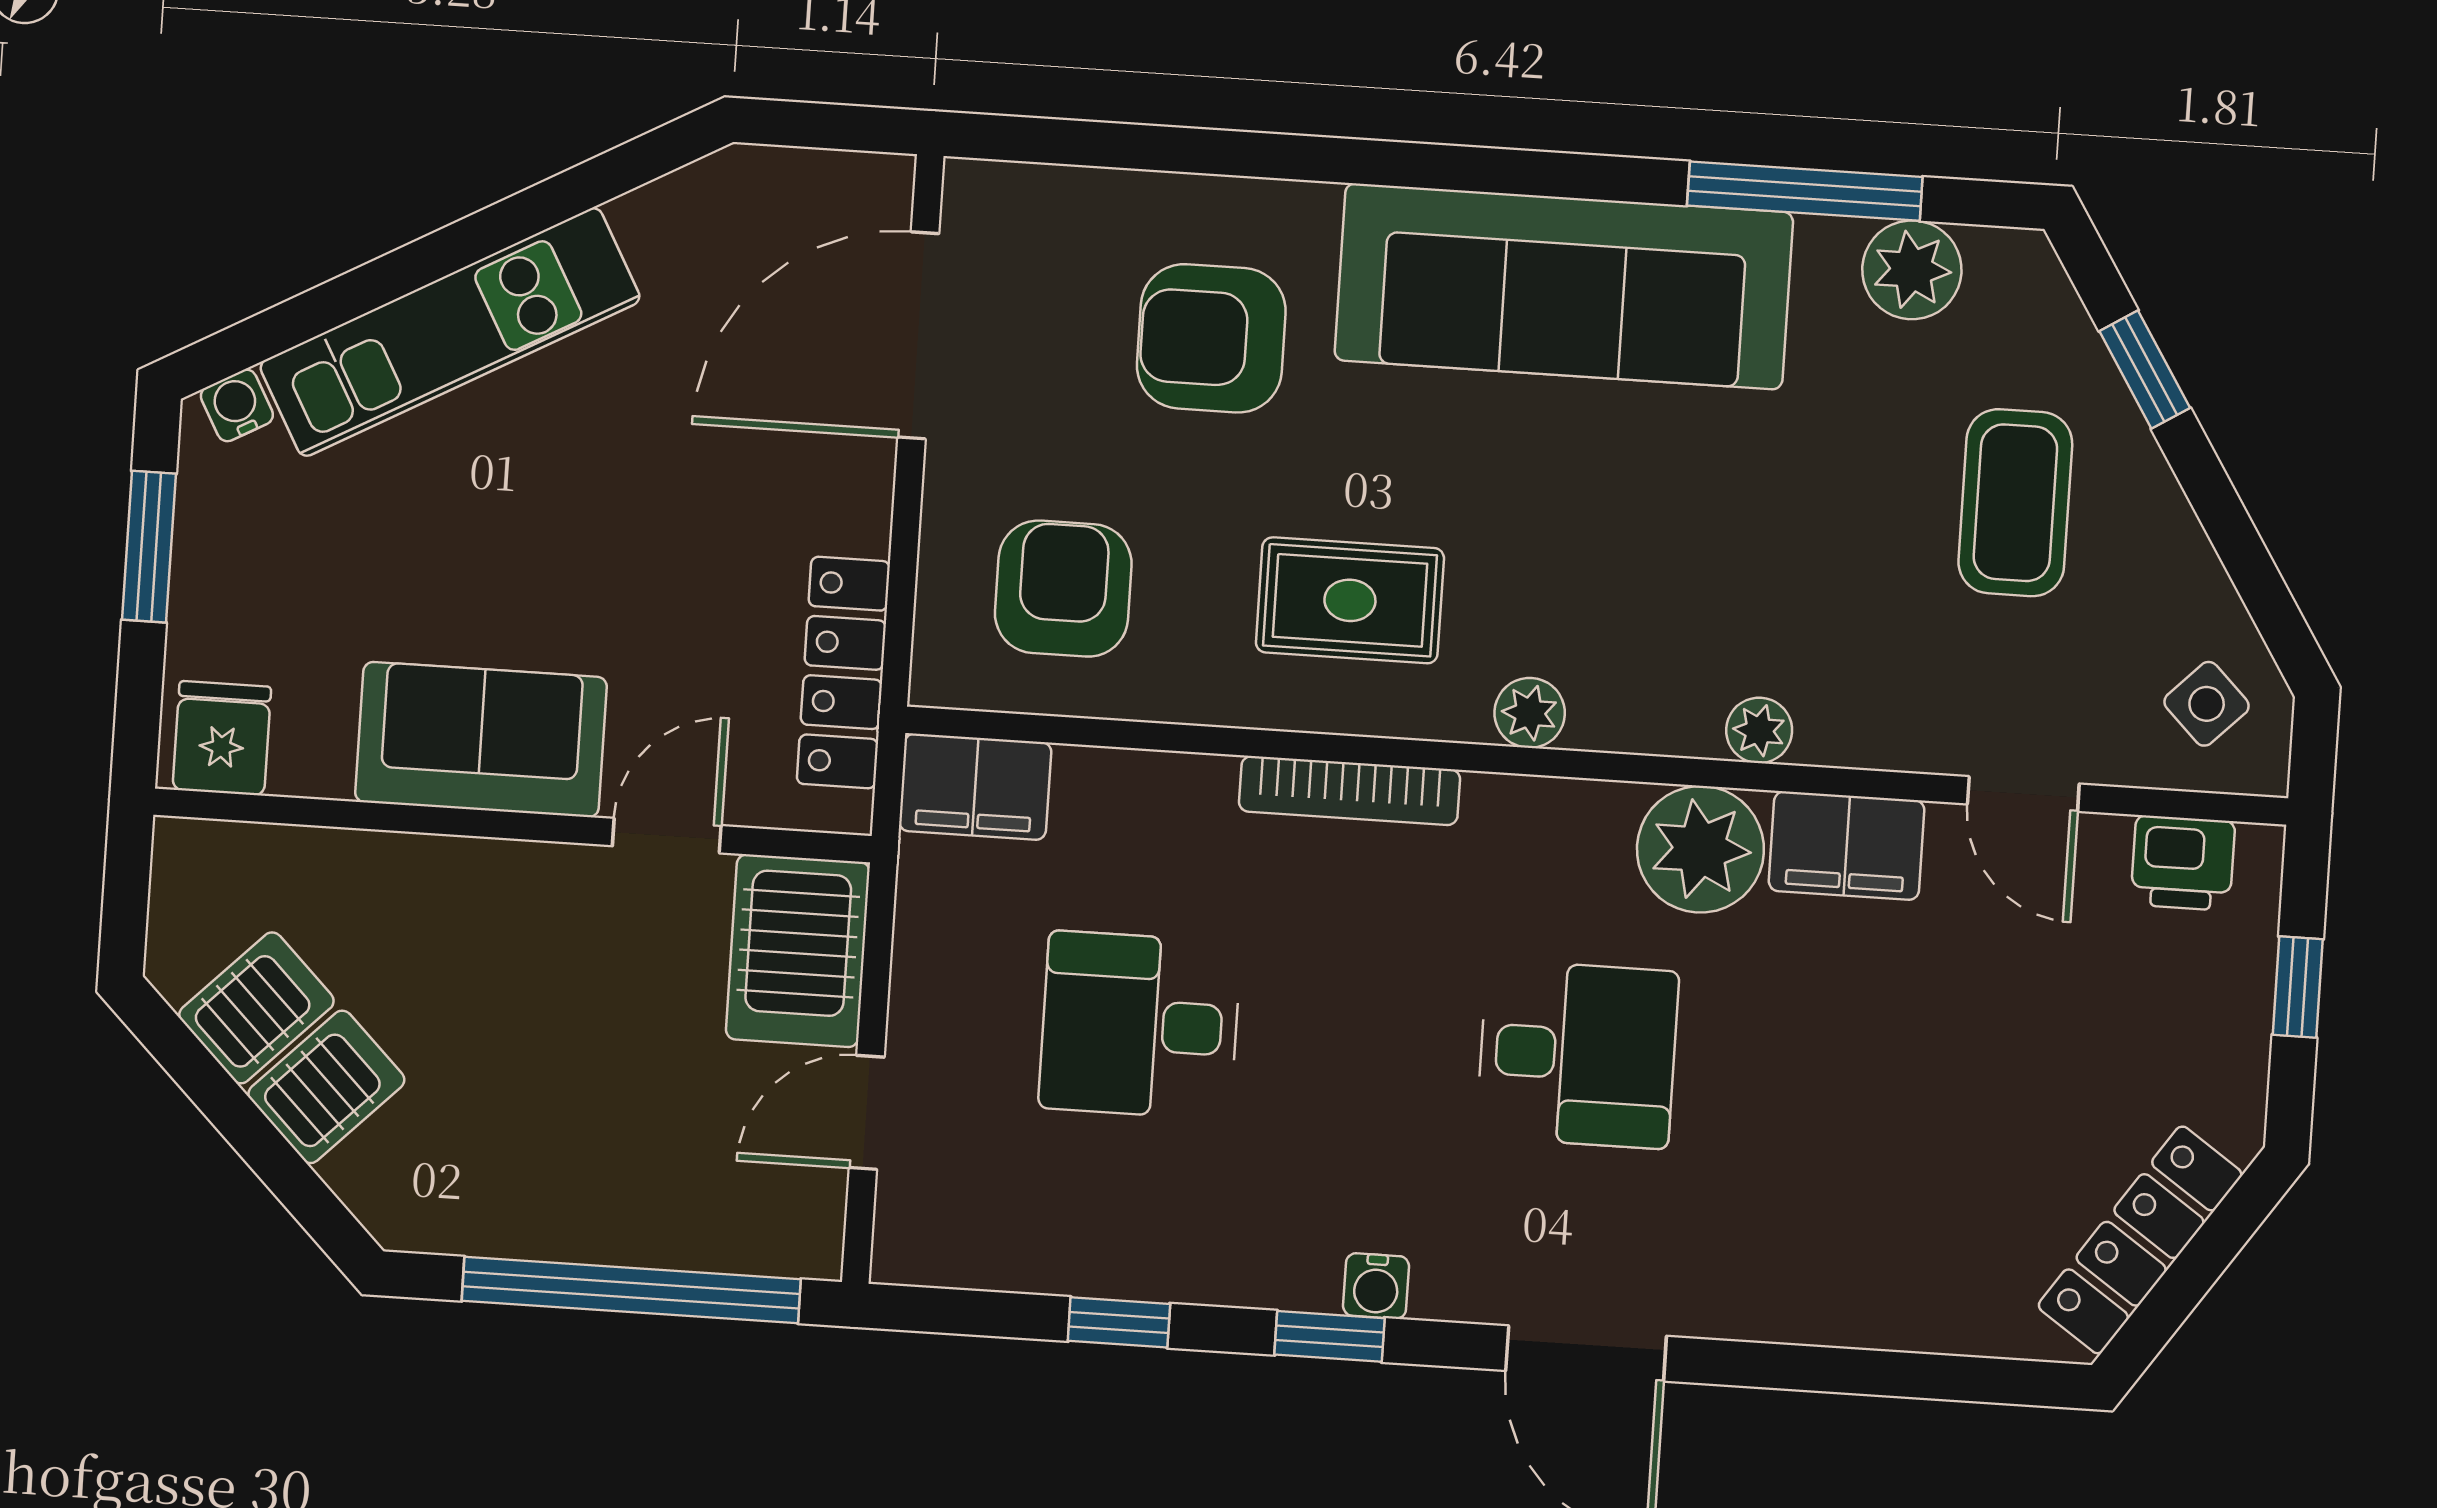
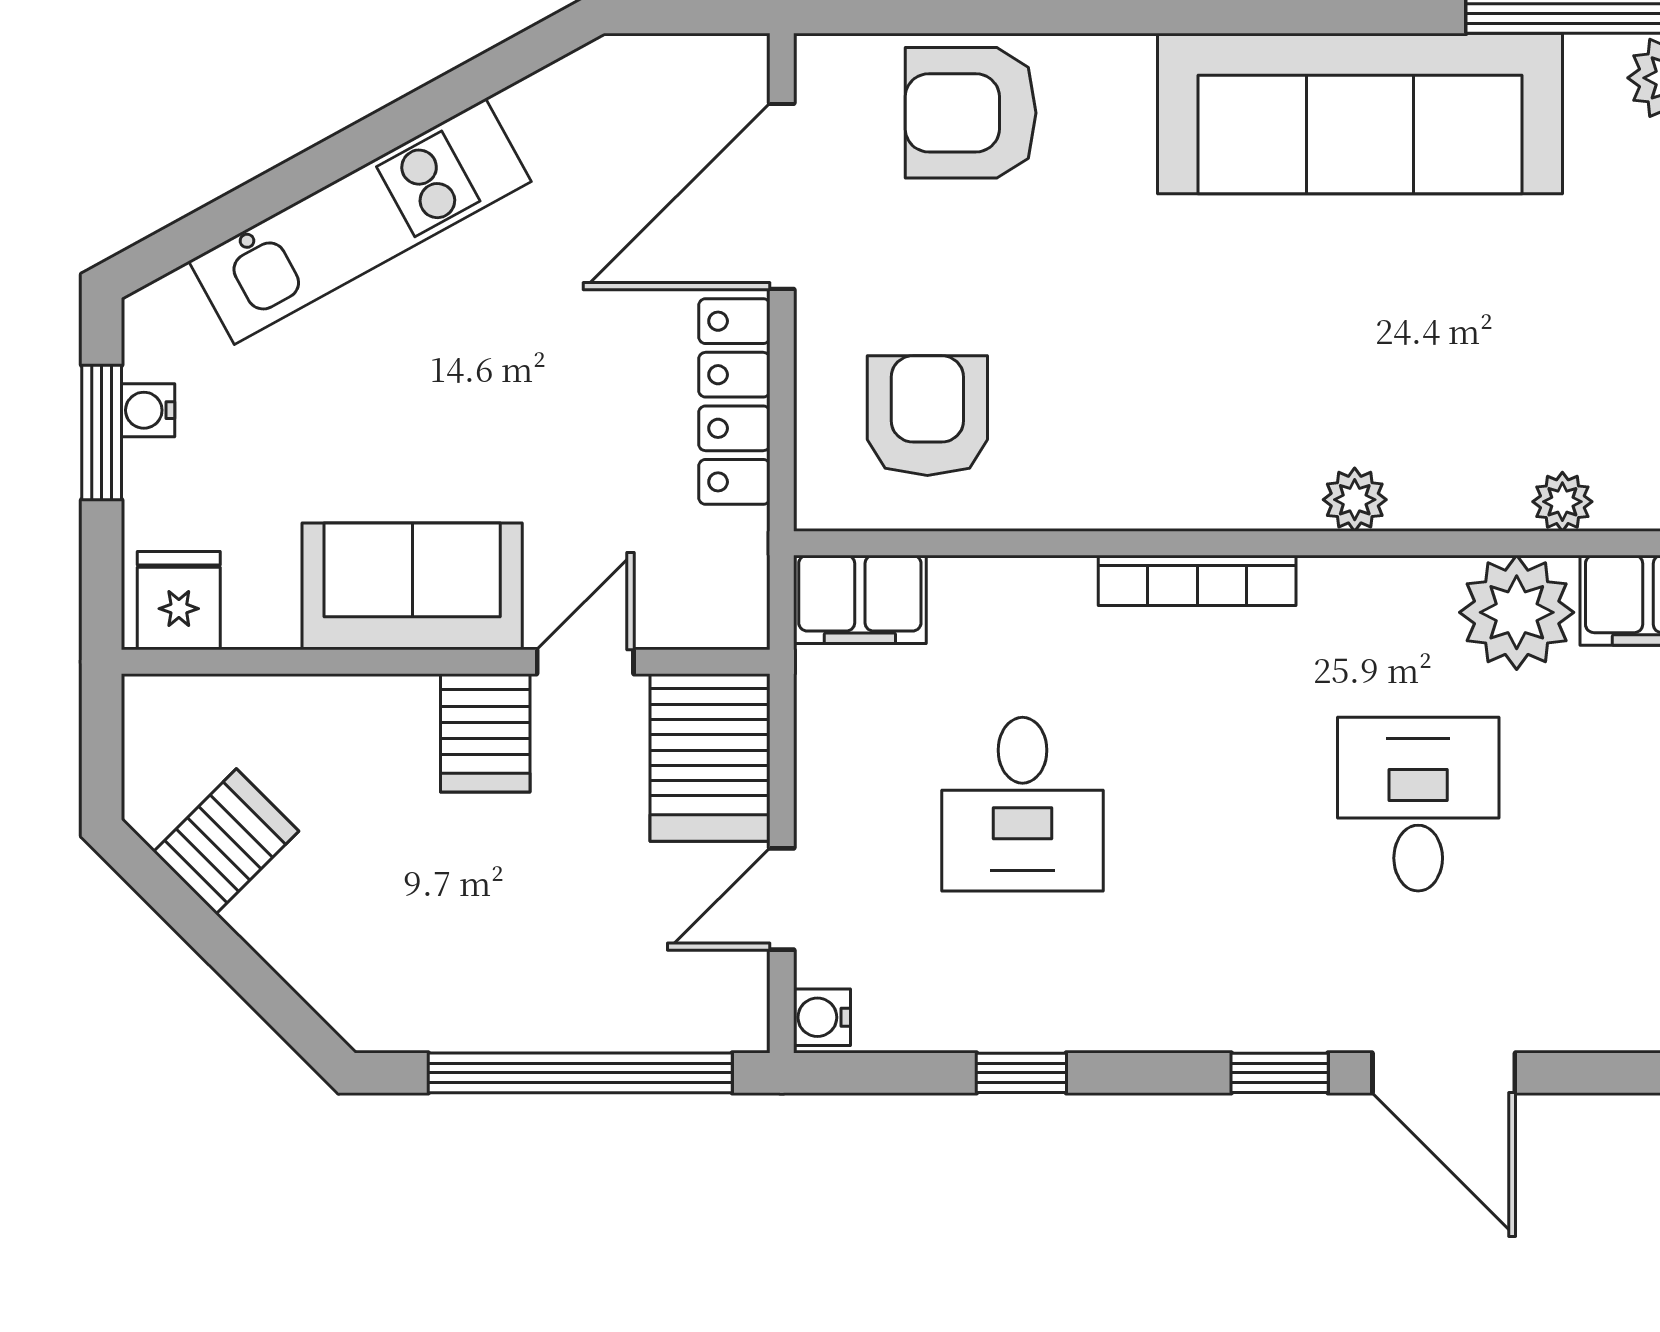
armchair: (1211, 338) -> (971, 113), moved
water cooler: (237, 405) -> (148, 410), moved, turned -61
rug: (1350, 600) -> (1186, 409), removed
locker: (843, 673) -> (734, 402), moved
desk: (1140, 1025) -> (1022, 804), turned -90
desk: (1577, 1054) -> (1418, 804), turned -90
server rack: (326, 1087) -> (485, 733), moved, turned 135
water cooler: (1376, 1286) -> (822, 1017), moved, turned 90
window: (1329, 1336) -> (1280, 1073), moved

